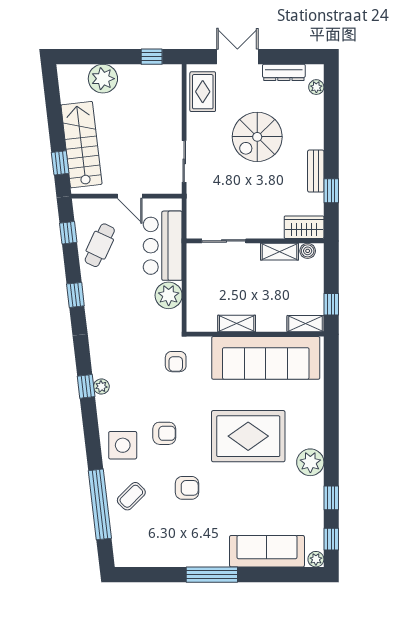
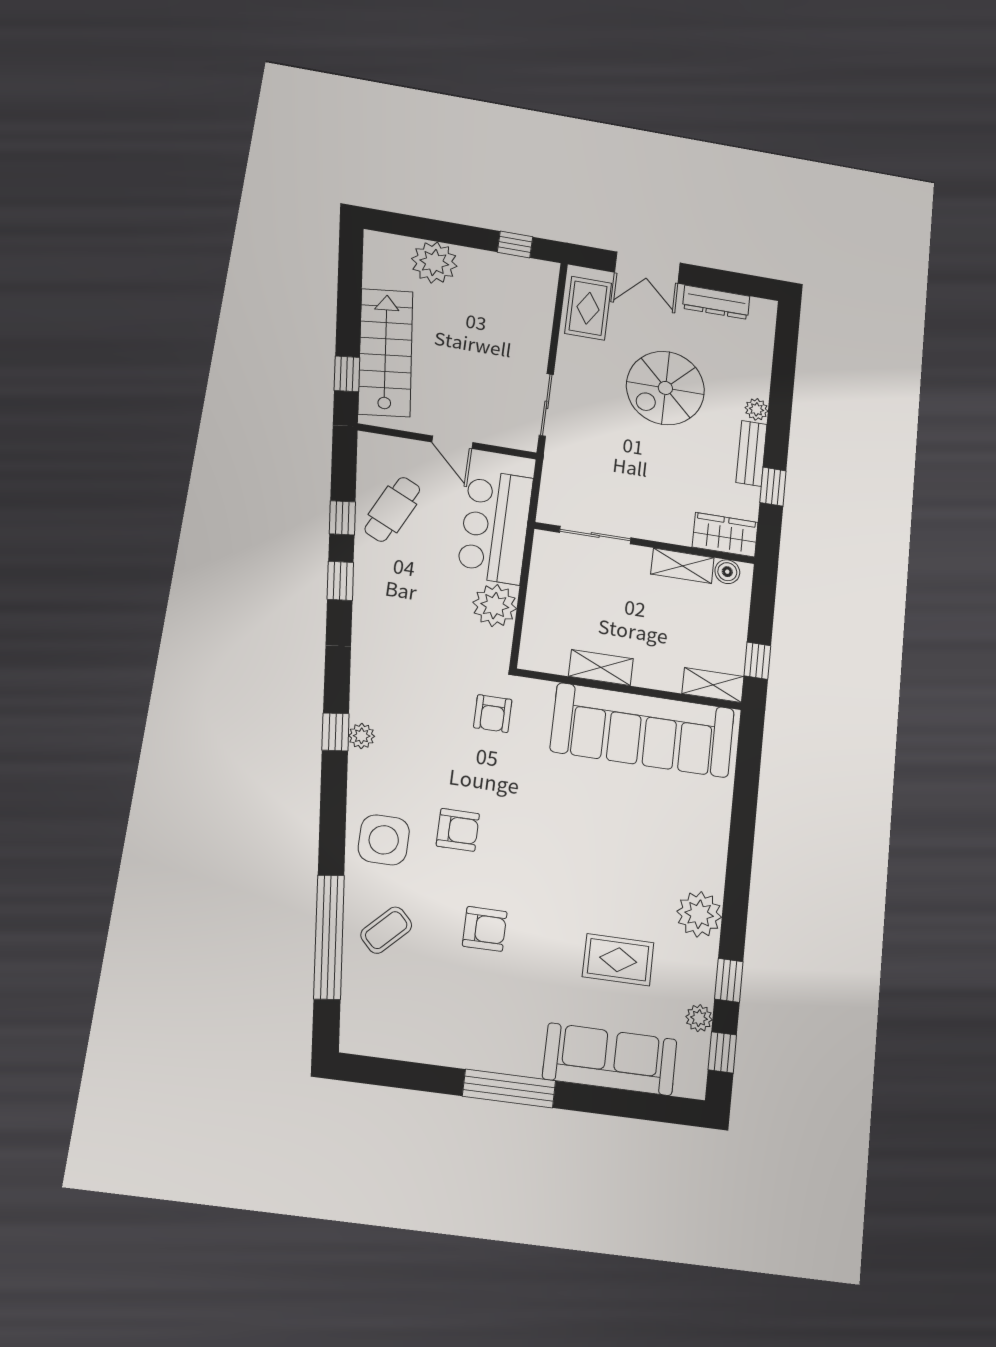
double door: (237, 57) -> (647, 268), swing flipped
plant: (316, 87) -> (756, 409), moved
window: (68, 233) -> (342, 518), moved
rug: (248, 436) -> (618, 960), moved, width x0.54, depth x0.49
plant: (316, 559) -> (699, 1018), moved

